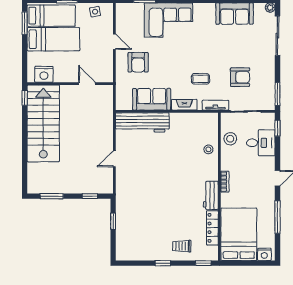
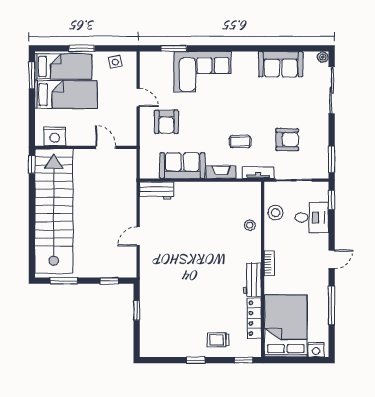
workbench: (142, 122) -> (157, 190), width x0.53, depth x0.76
stairs: (43, 123) -> (54, 211), width x1.36

